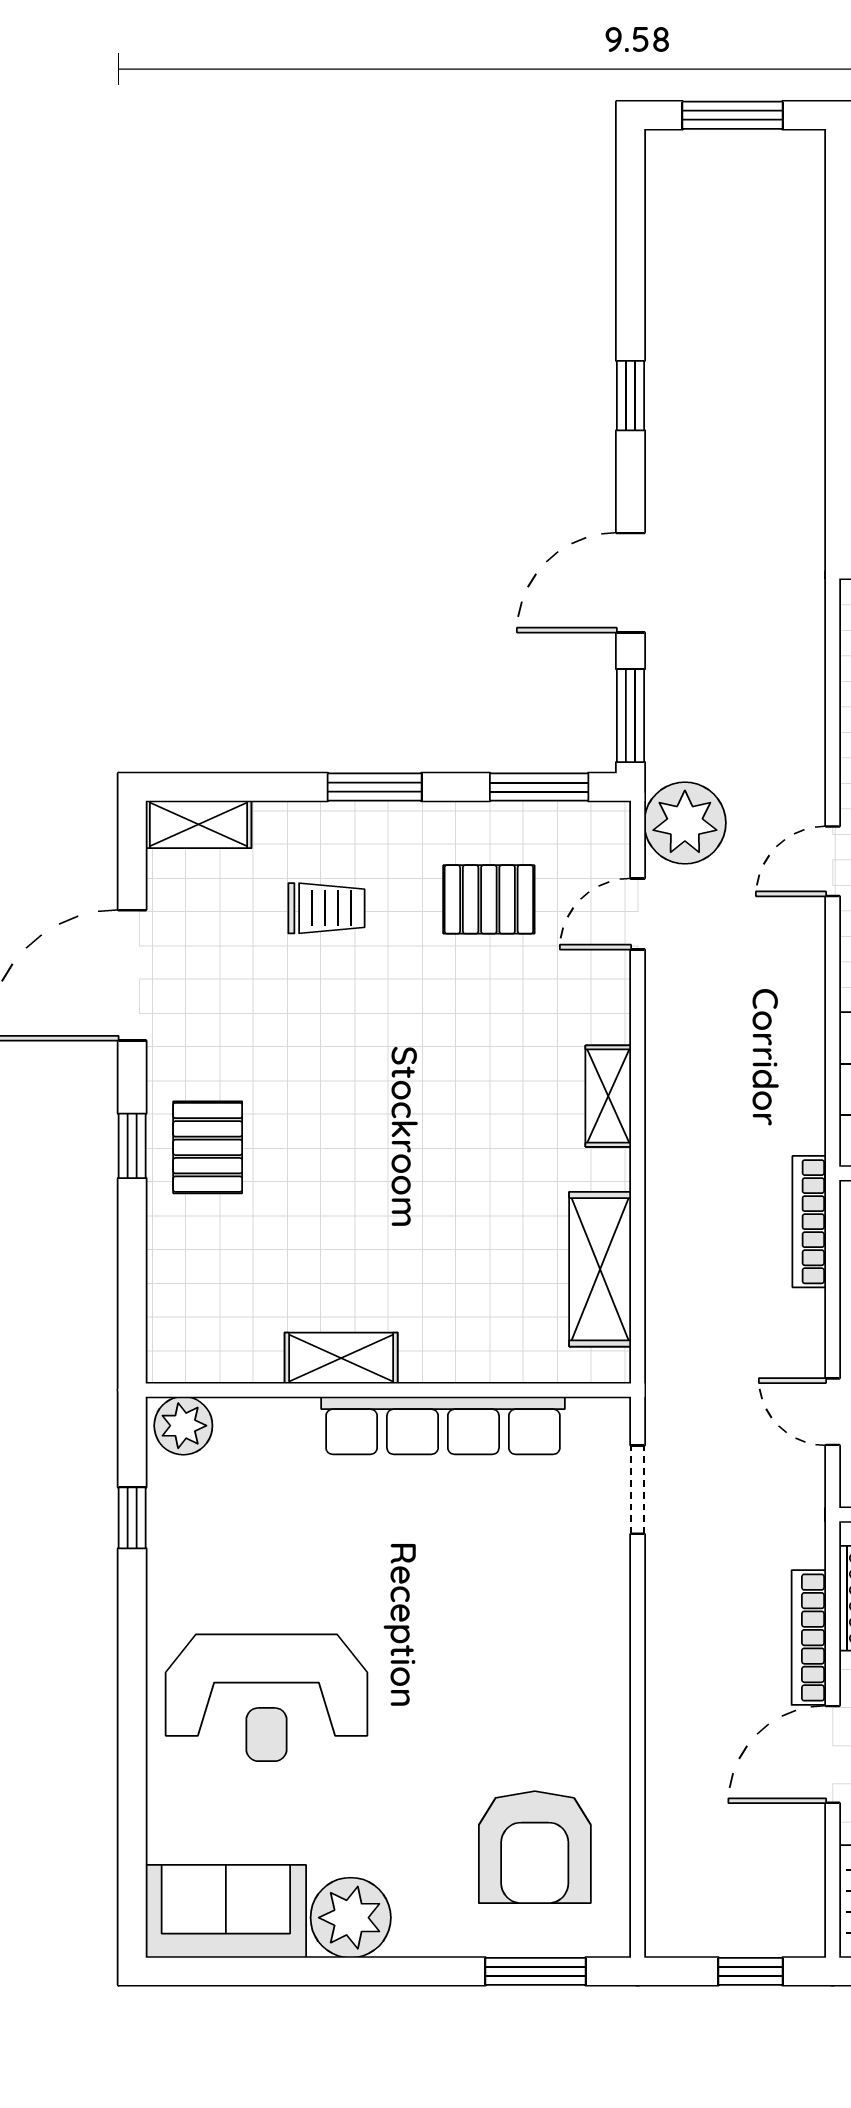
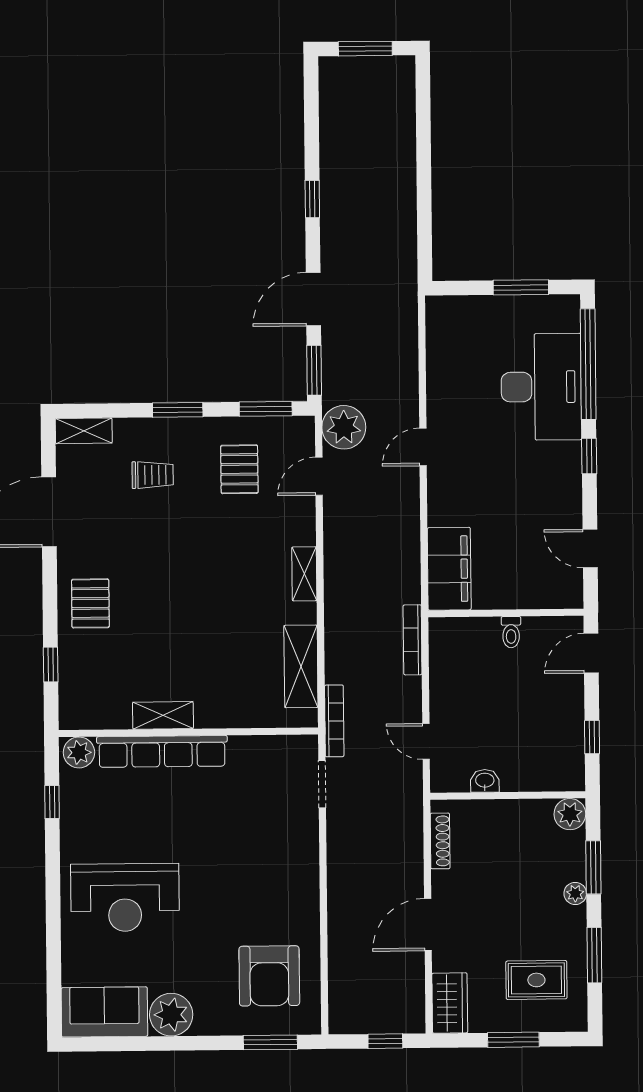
pallet: (489, 899) -> (239, 469), turned 90
window: (132, 1146) -> (51, 664), moved
row of seats: (443, 1425) -> (162, 751), moved
bookcase: (809, 1638) -> (334, 721), moved, turned 180

